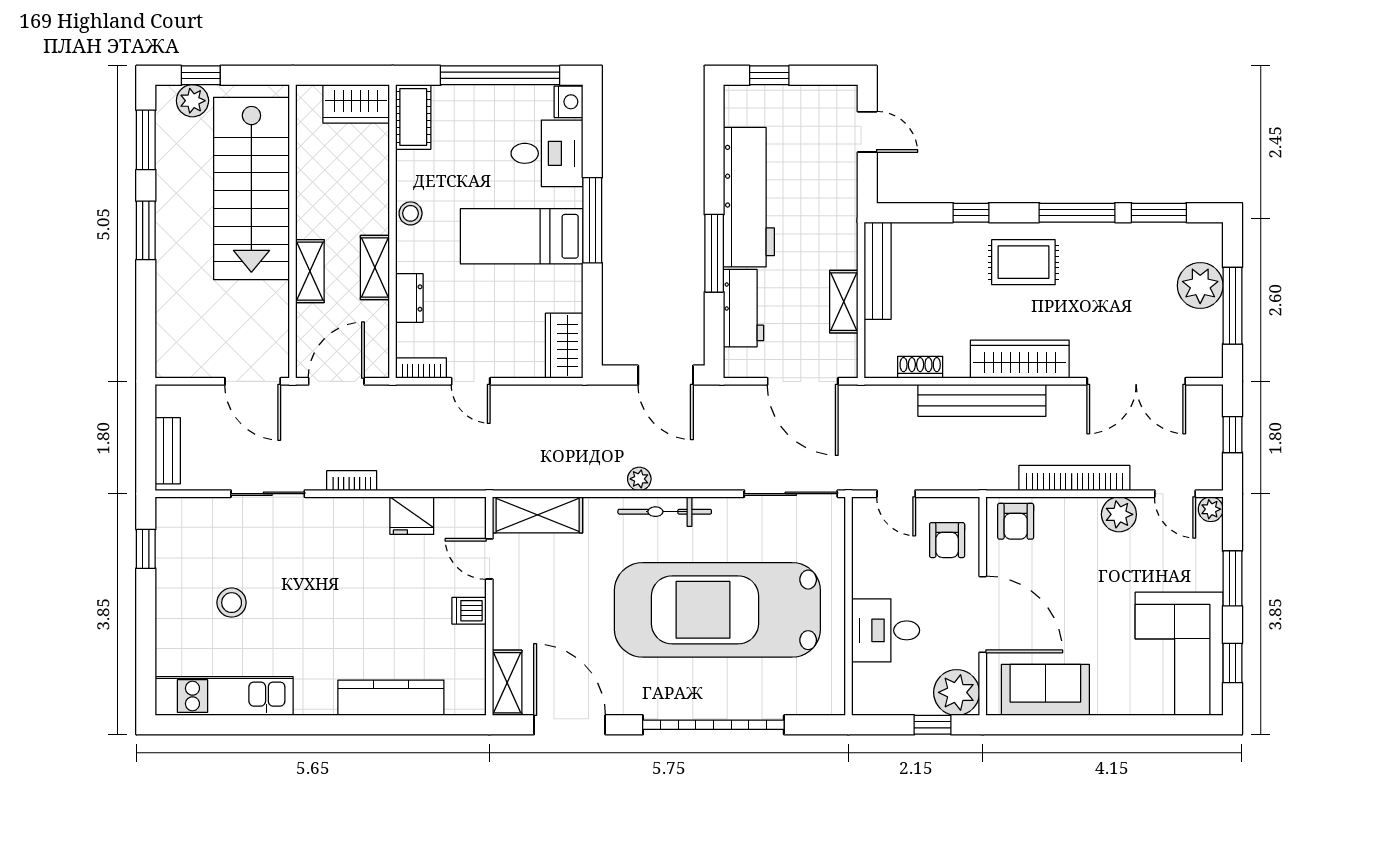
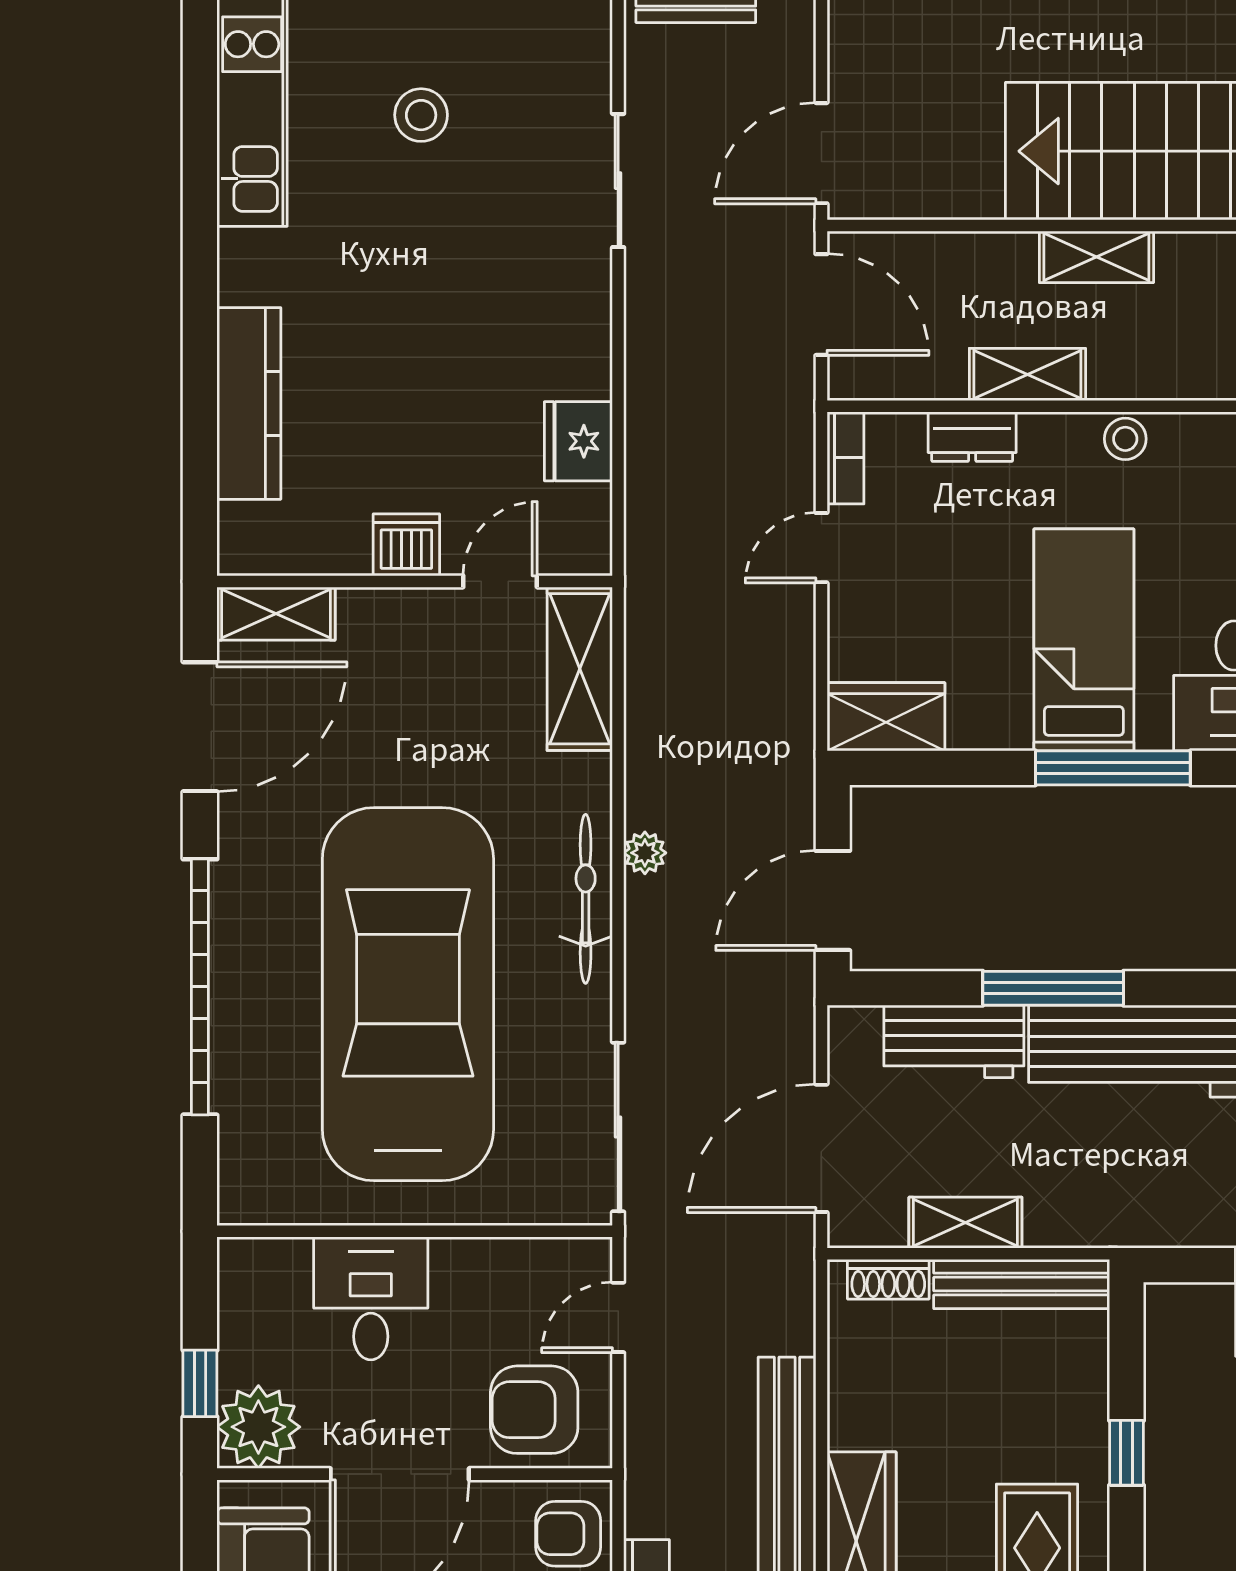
shelving: (310, 271) -> (1096, 257), moved
shoe rack: (920, 367) -> (888, 1279), moved, turned 90
bookcase: (352, 481) -> (642, 332), removed
armchair: (947, 540) -> (534, 1410), width x1.38, depth x1.38
dishwasher: (469, 611) -> (406, 545), width x1.38

